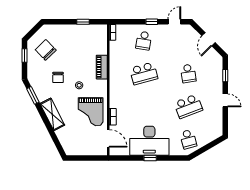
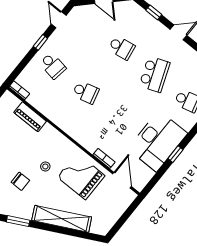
piano: (102, 67) -> (30, 117), moved
school desk: (144, 73) -> (86, 92), width x0.54
grand piano: (91, 112) -> (81, 176), turned 180
shelving: (52, 114) -> (62, 219), width x1.47
door: (108, 138) -> (122, 180), hinge flipped

